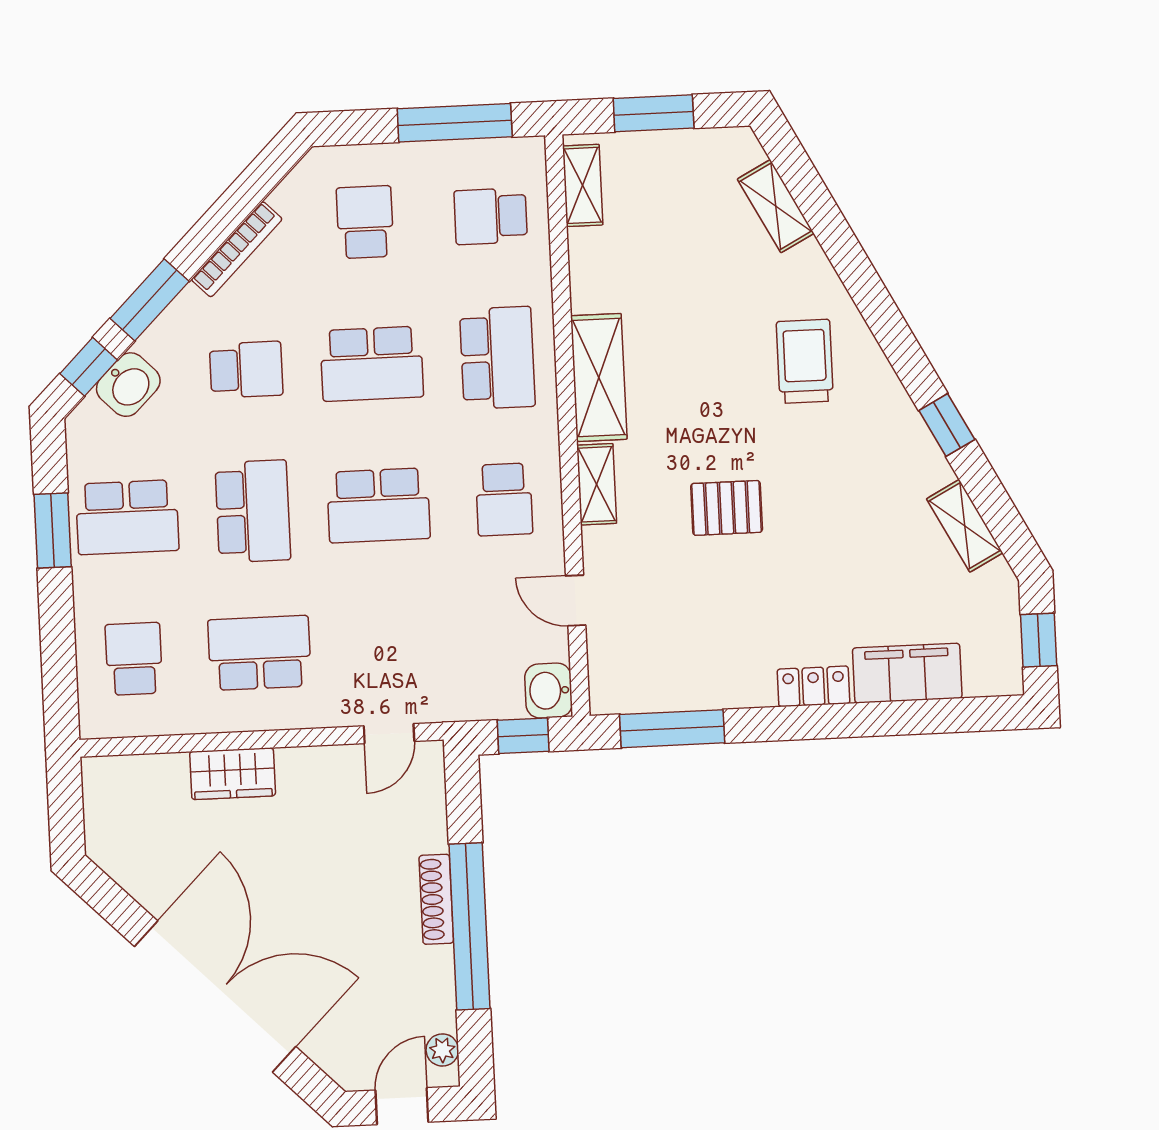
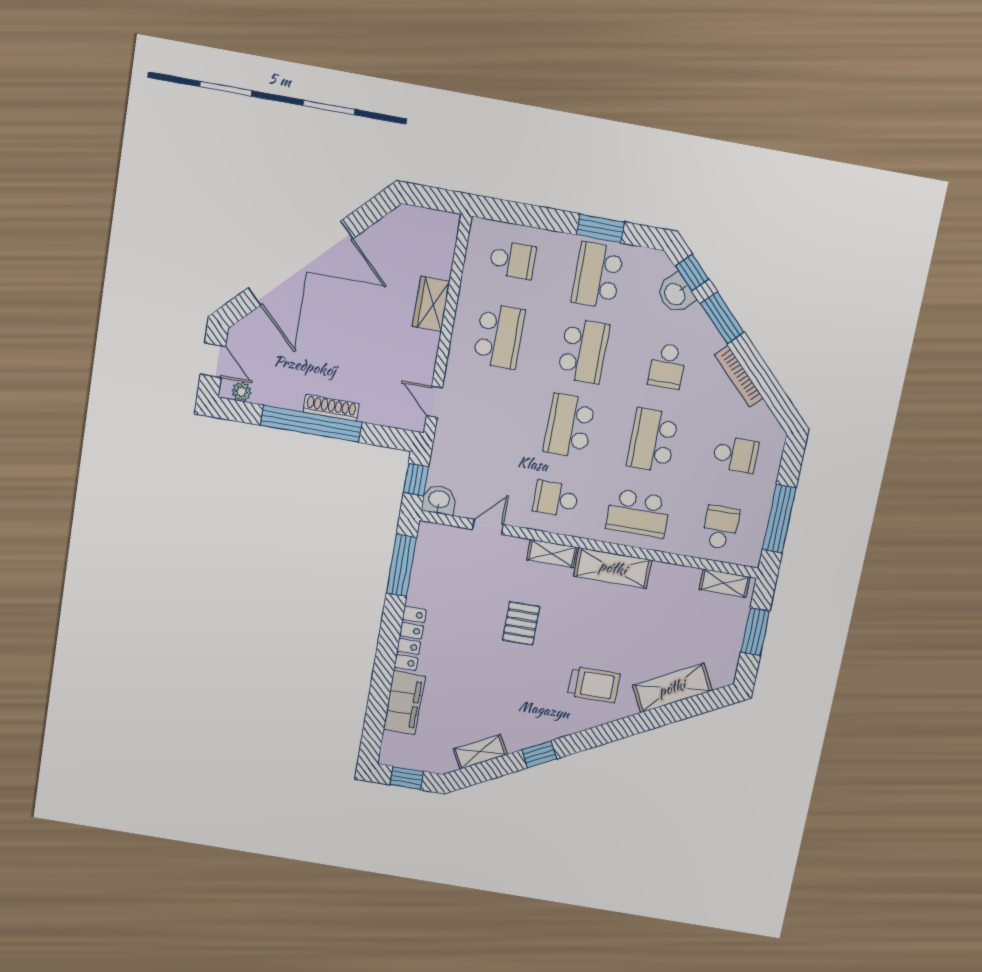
shelving: (776, 206) -> (672, 688), width x1.50, depth x1.33
school desk: (253, 511) -> (583, 351), turned -90
locker: (813, 686) -> (410, 639), width x1.53

